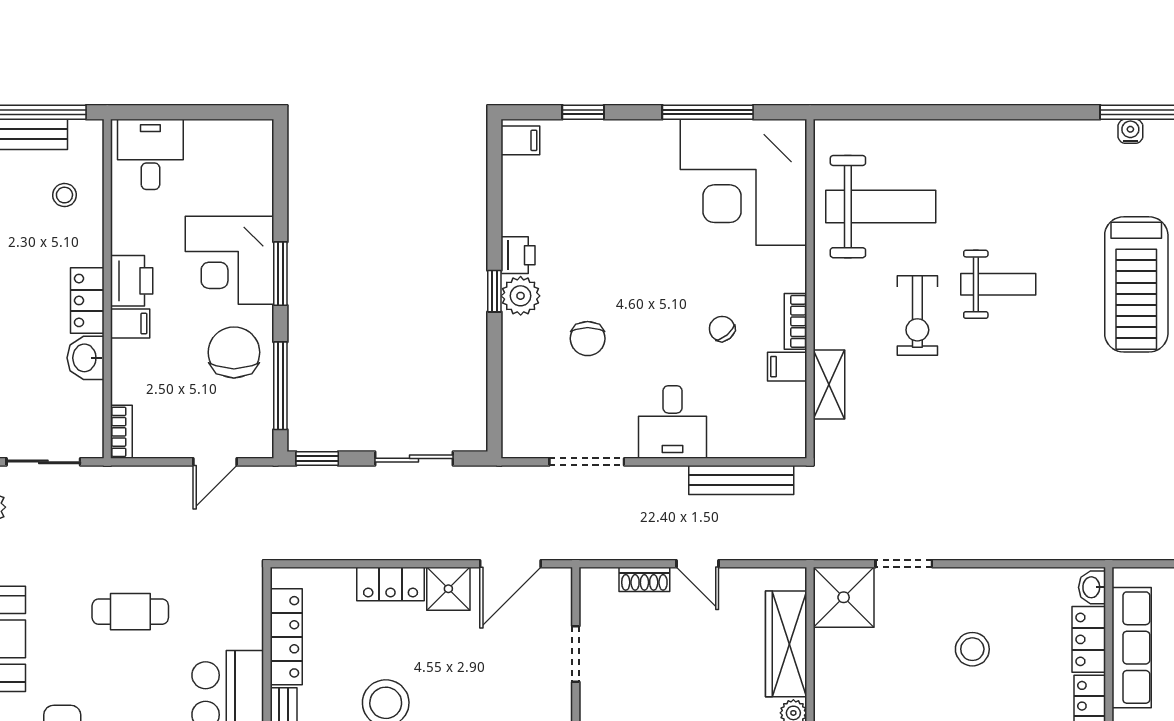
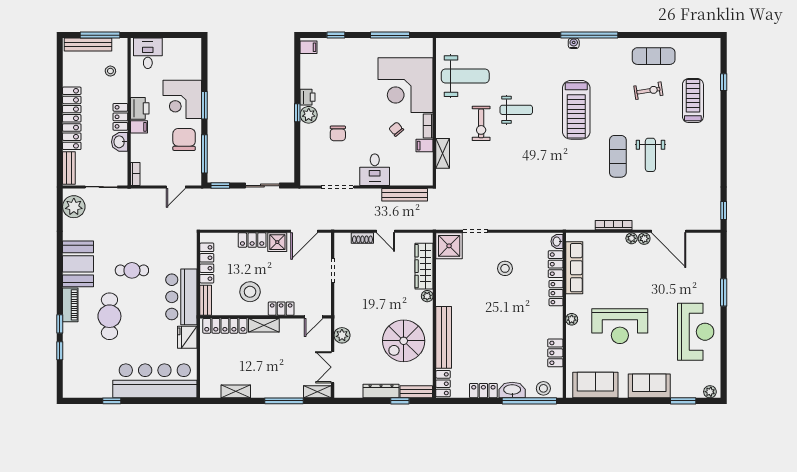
corner desk: (743, 182) -> (406, 85), moved
cafe table: (130, 612) -> (132, 270), moved

